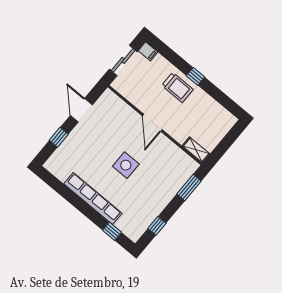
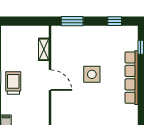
door: (152, 123) -> (50, 80), hinge flipped
shelving: (196, 150) -> (44, 49), moved

